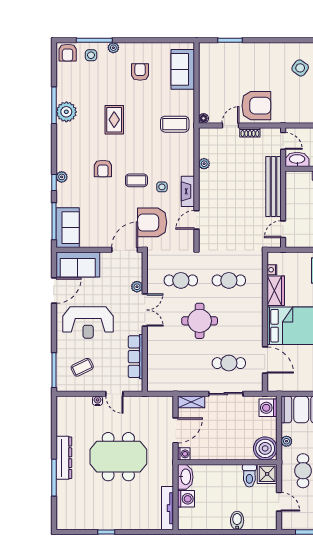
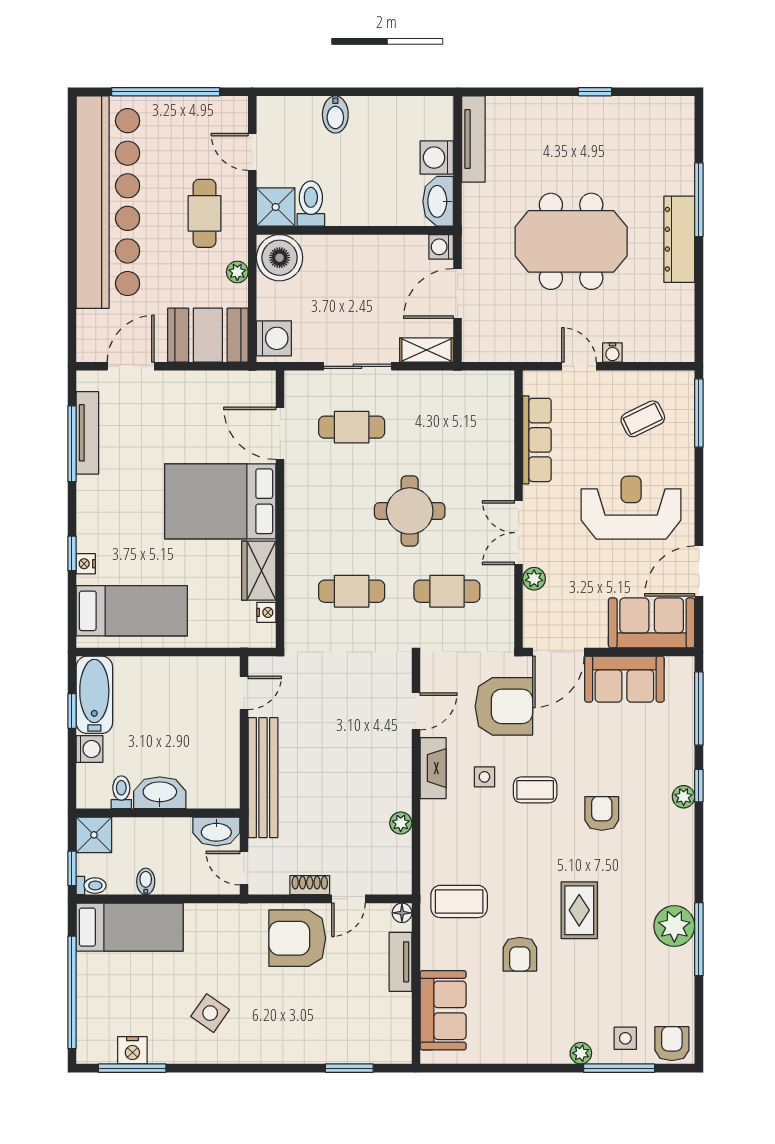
armchair: (140, 72) -> (520, 954), moved
tv unit: (204, 94) -> (400, 962), added
sofa: (68, 228) -> (624, 679), moved, turned -90

